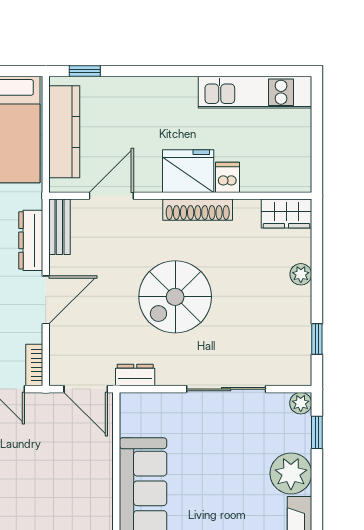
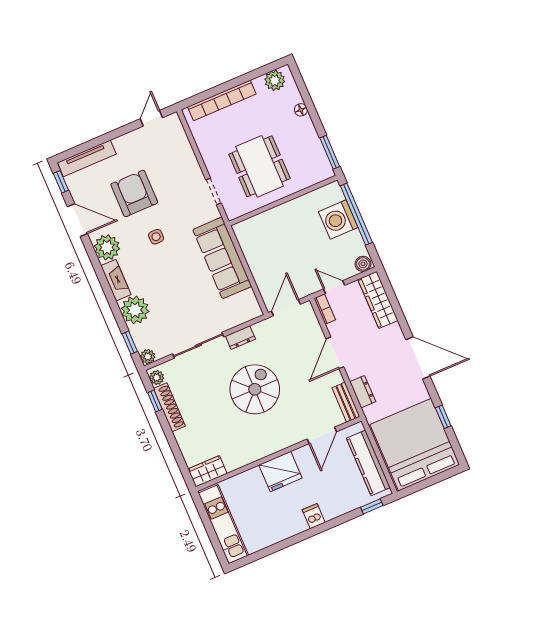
kitchen unit: (255, 92) -> (223, 524), moved, turned 90
dishwasher: (227, 177) -> (314, 516), moved, turned 180
shoe rack: (198, 210) -> (169, 407), moved, turned 90
dresser: (31, 240) -> (363, 392), width x0.70
plant: (301, 274) -> (157, 378), moved
dresser: (135, 375) -> (240, 338), moved
door: (86, 389) -> (286, 308), hinge flipped

